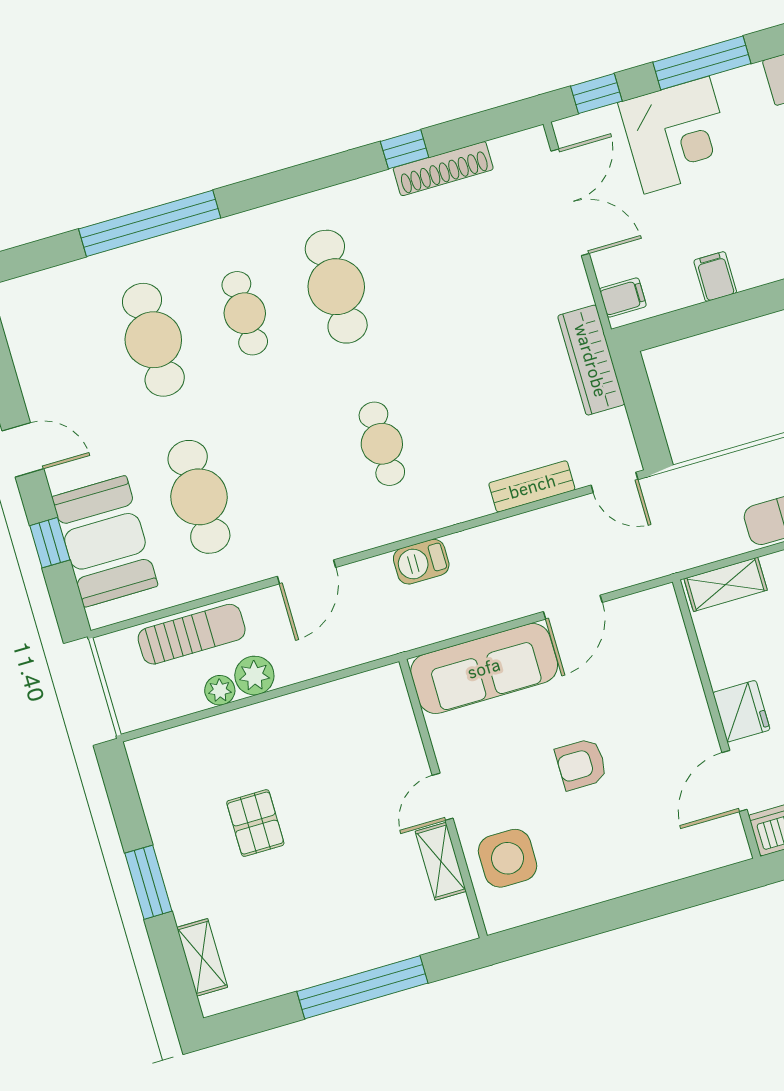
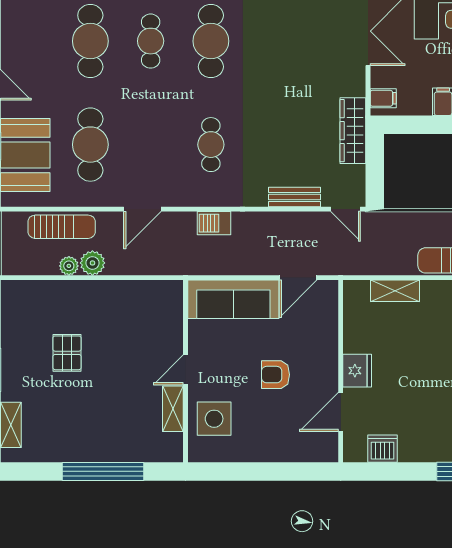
fridge: (741, 711) -> (357, 371), moved
wall: (717, 719) -> (341, 371), moved
door: (735, 781) -> (341, 412), moved

